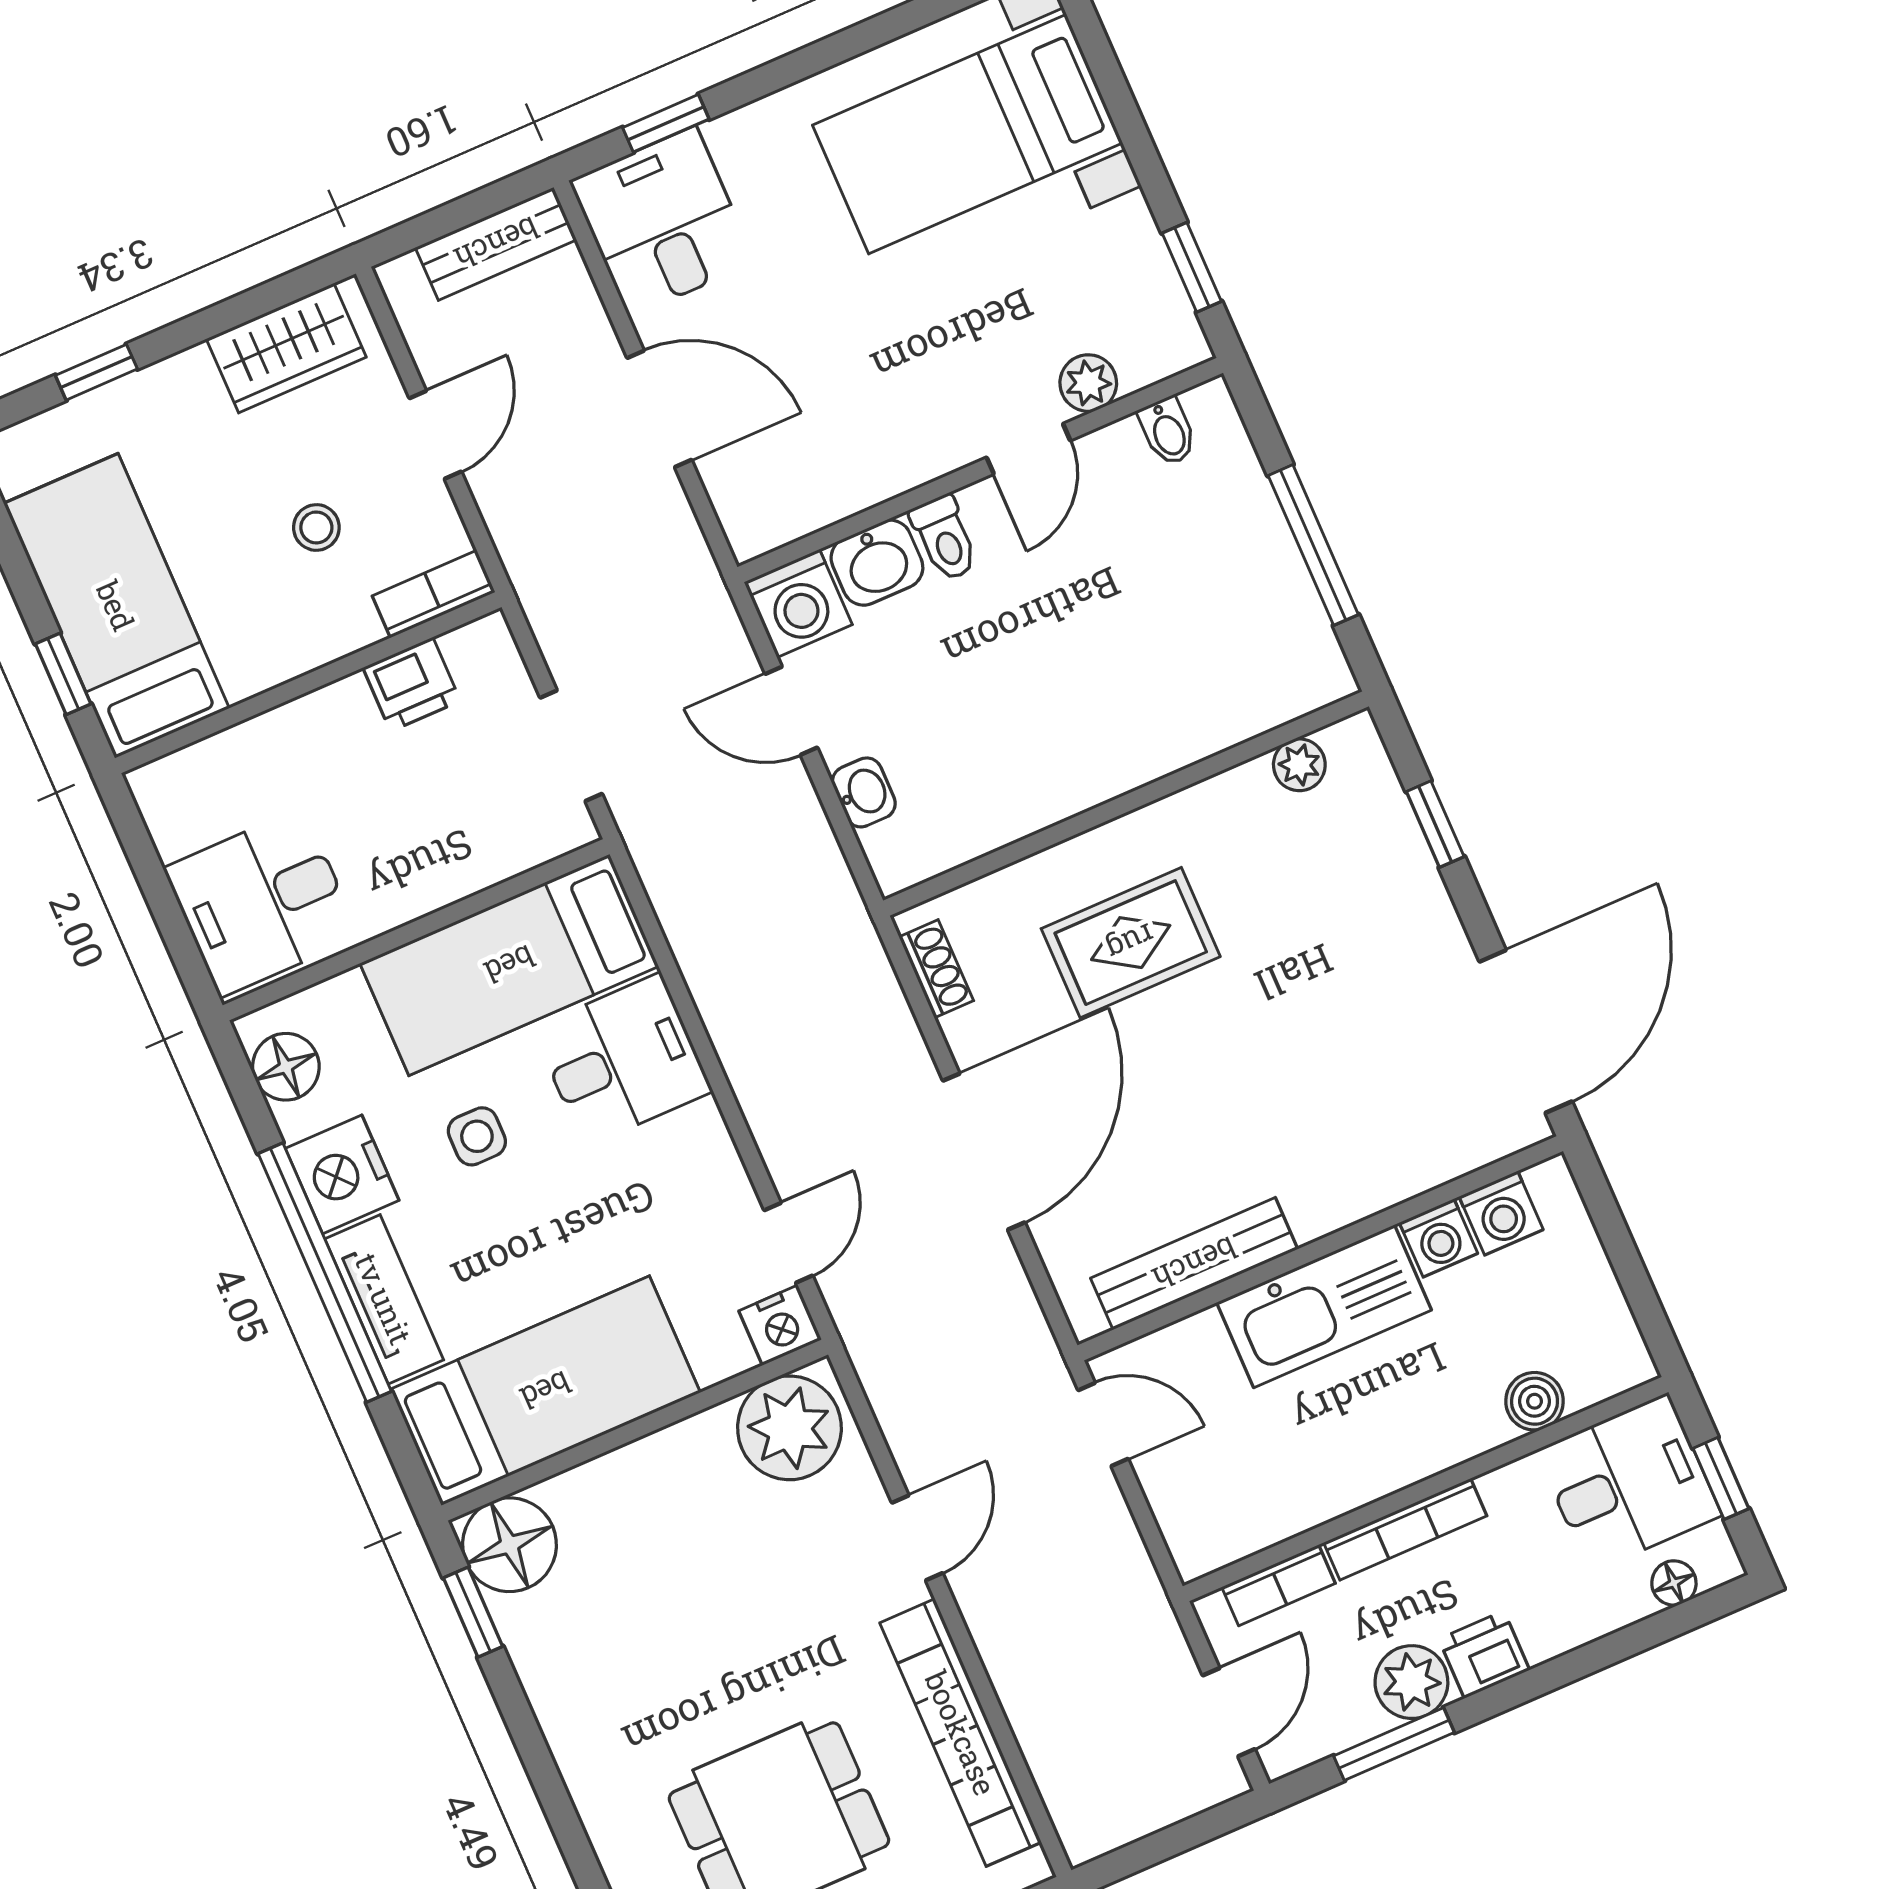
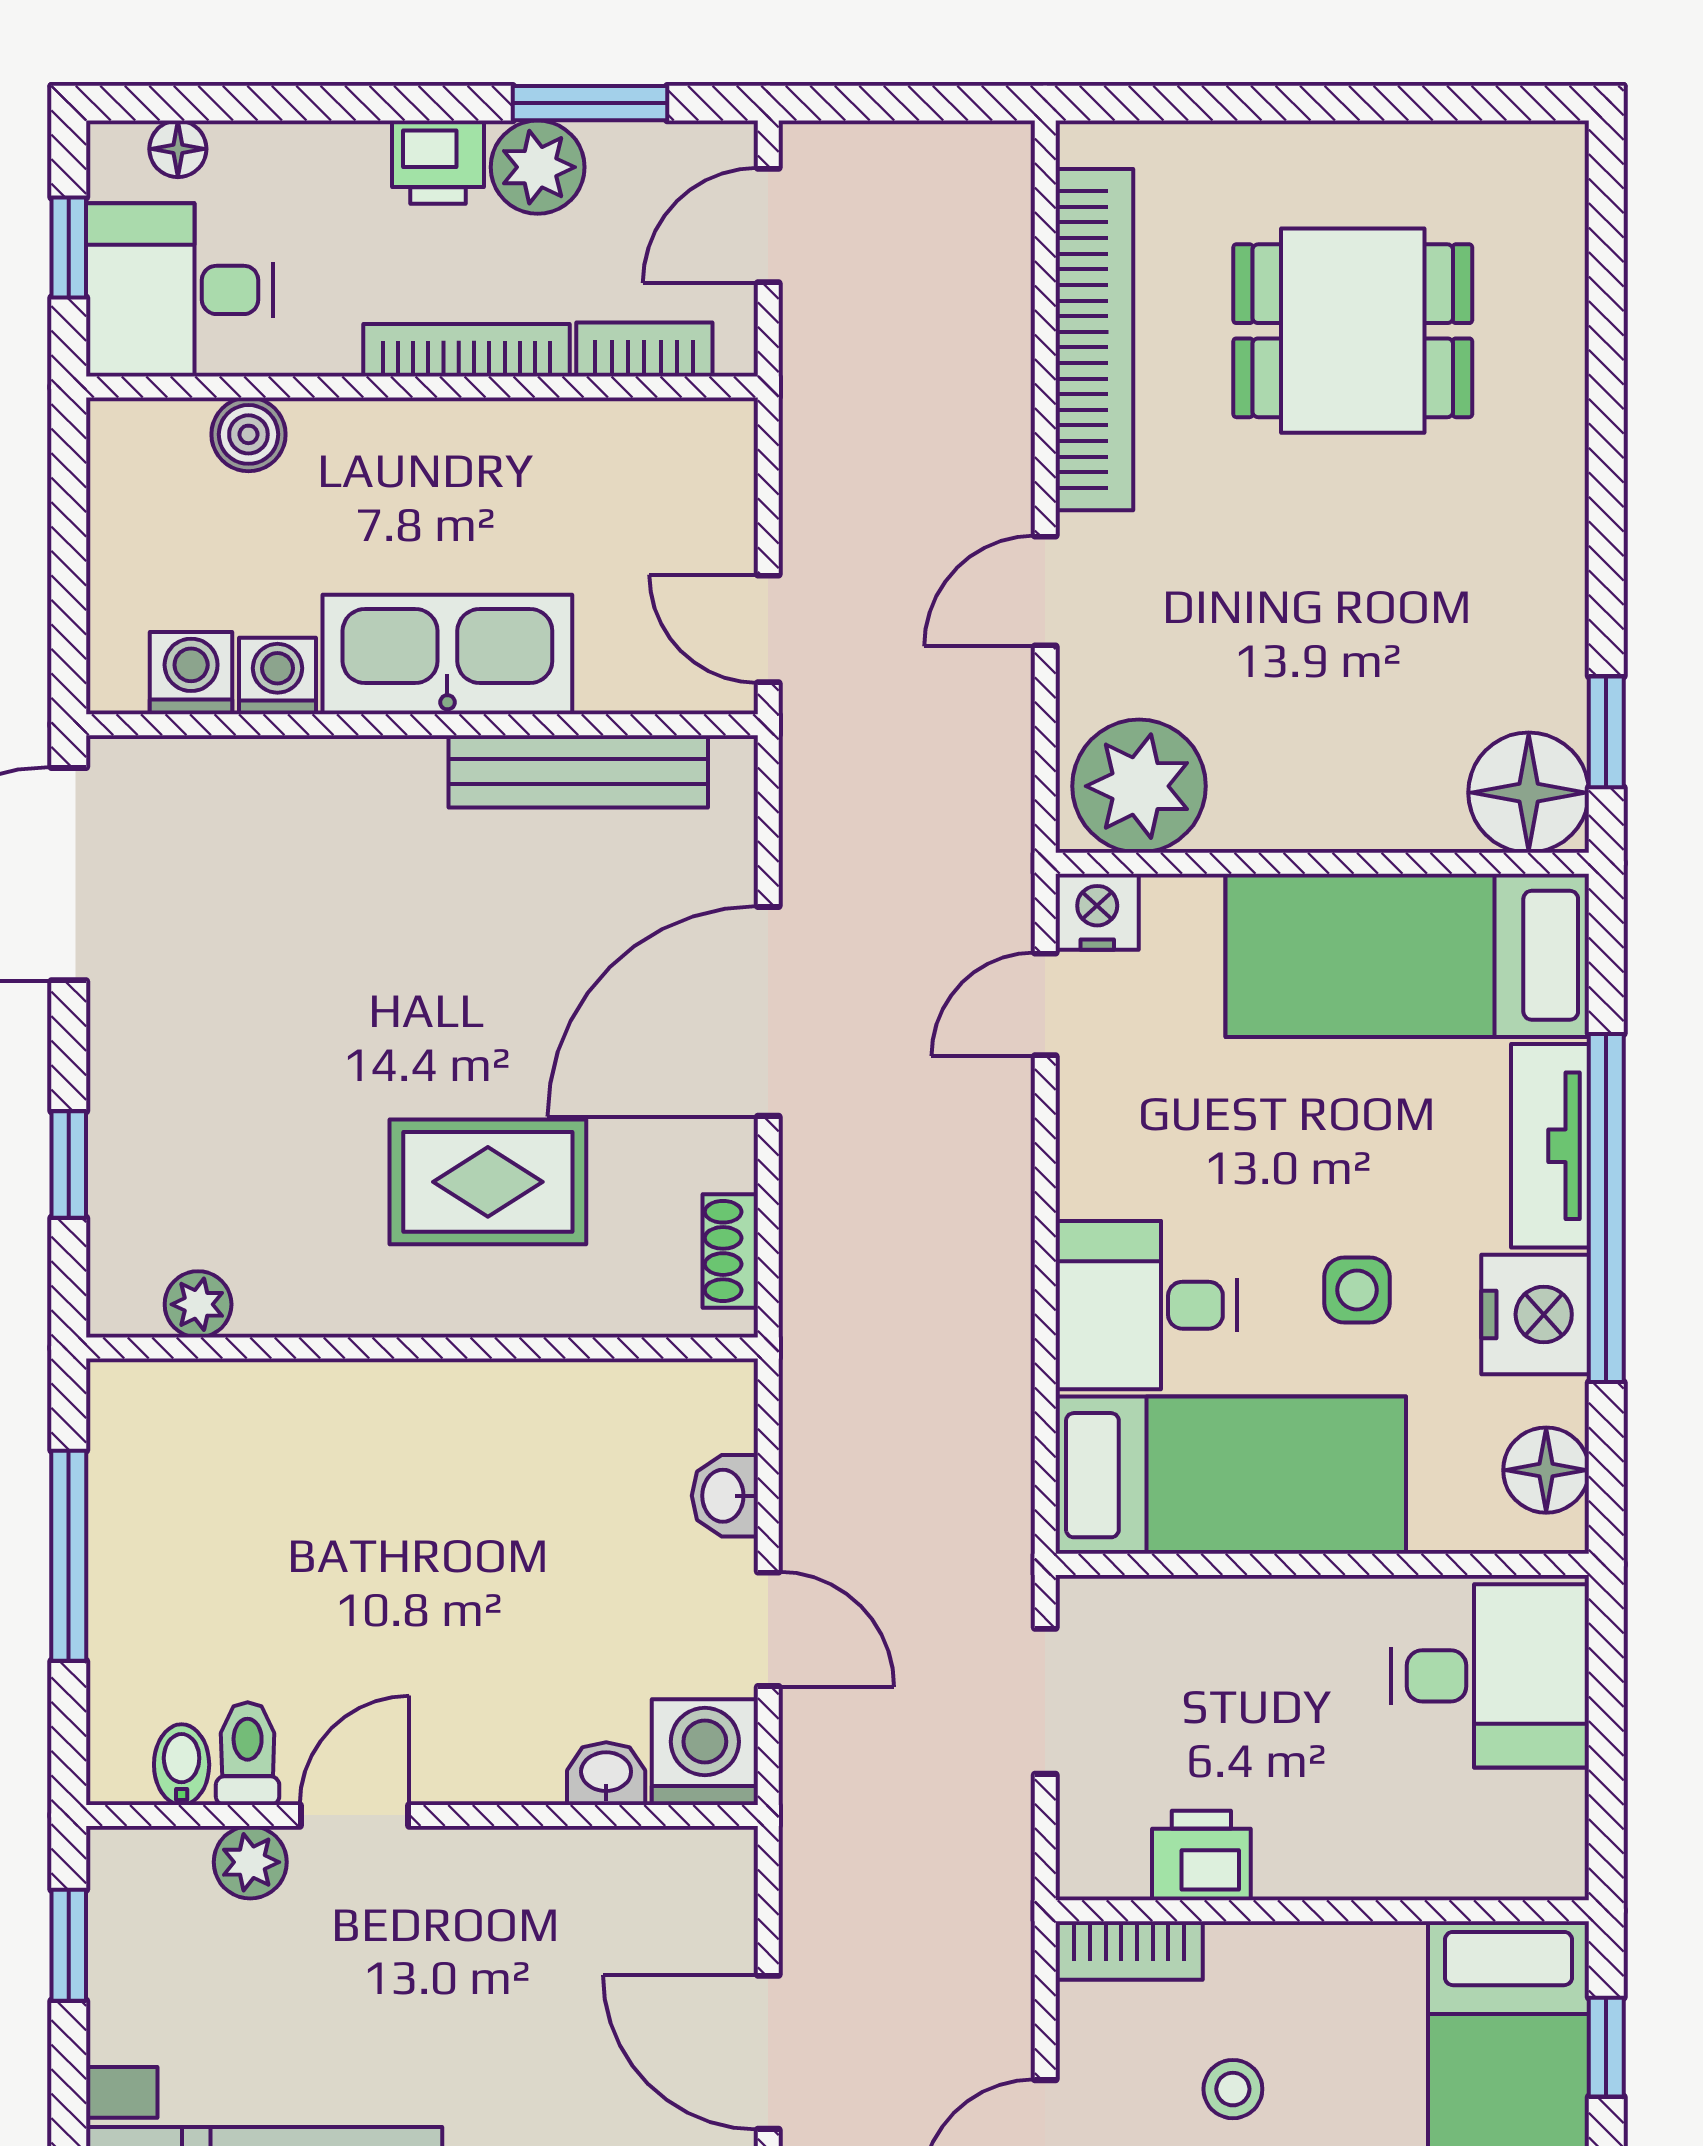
toilet: (945, 538) -> (248, 1754), moved
washbasin: (877, 563) -> (606, 1774), width x0.72, depth x0.69

